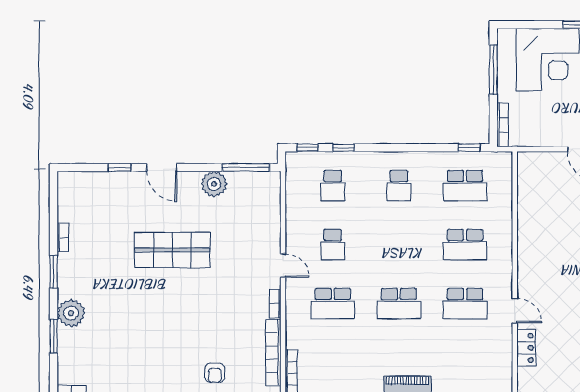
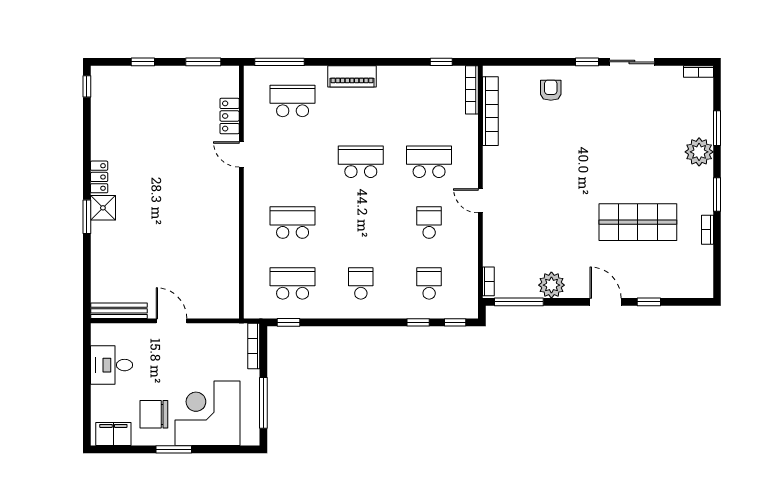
shop shelf: (172, 250) -> (638, 222), moved
school desk: (465, 303) -> (293, 101), moved
bookcase: (275, 304) -> (488, 281), moved

